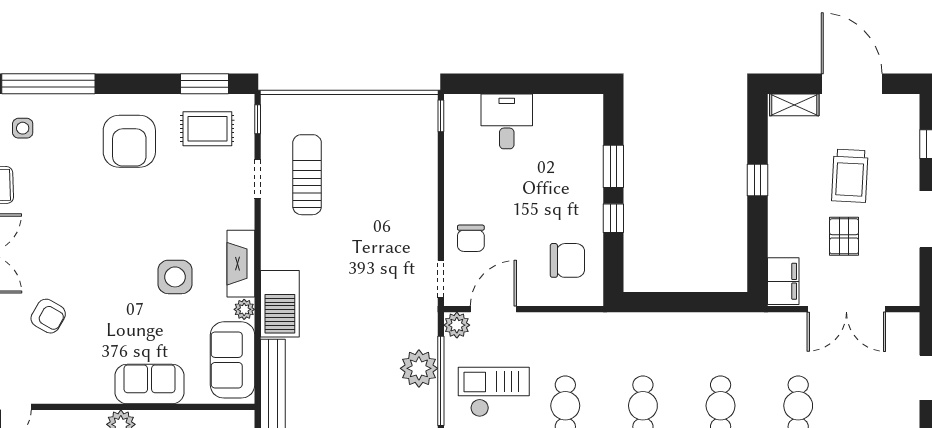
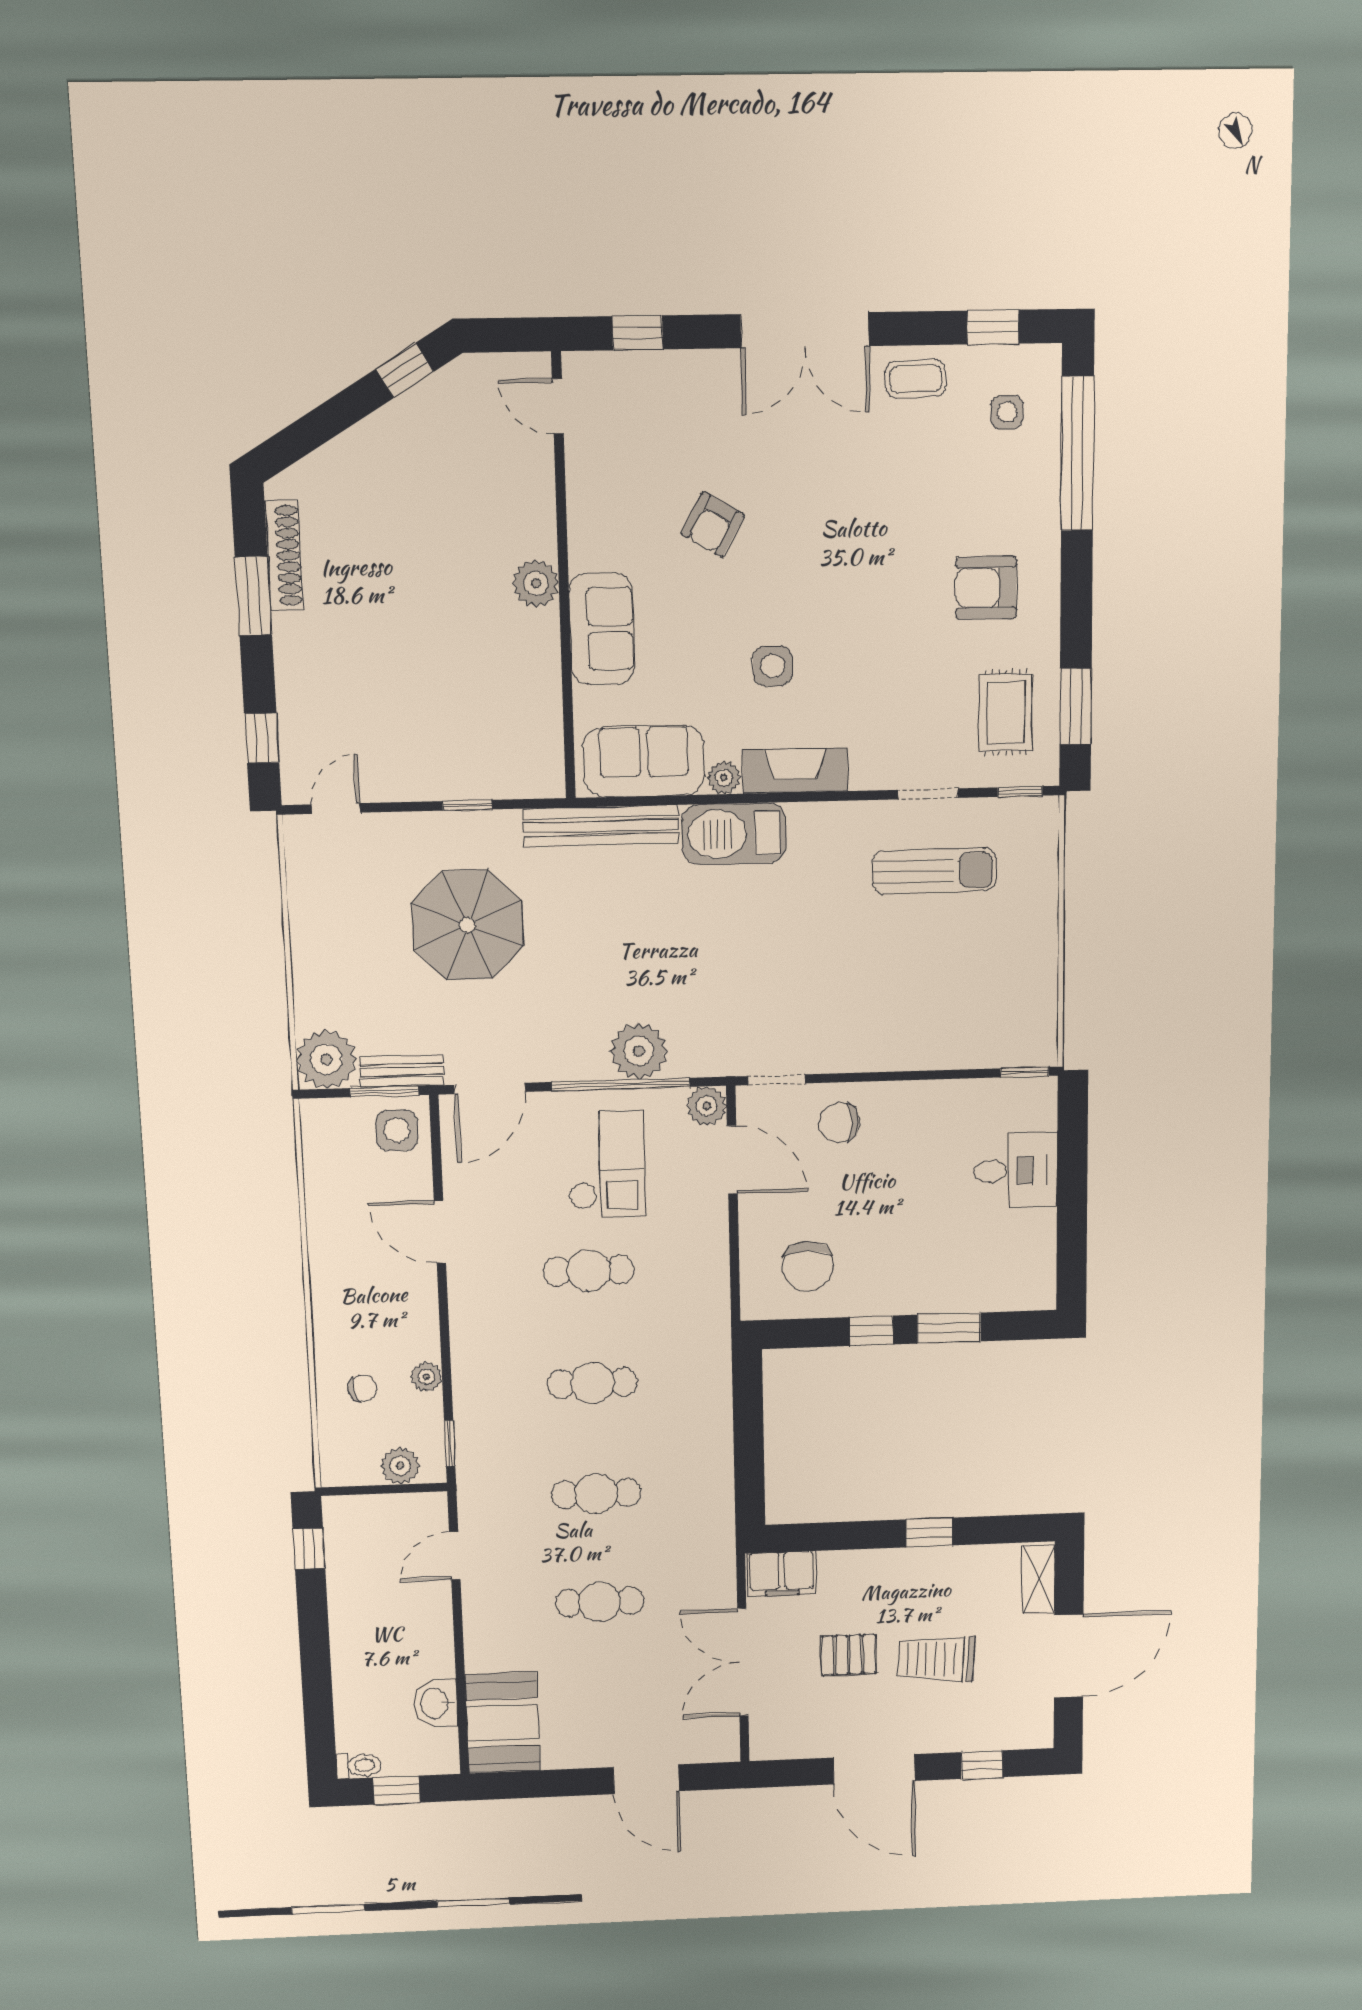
armchair: (129, 141) -> (986, 588), width x0.73, depth x0.73
side table: (175, 277) -> (773, 666), width x0.73, depth x0.73
armchair: (48, 316) -> (713, 524), moved

